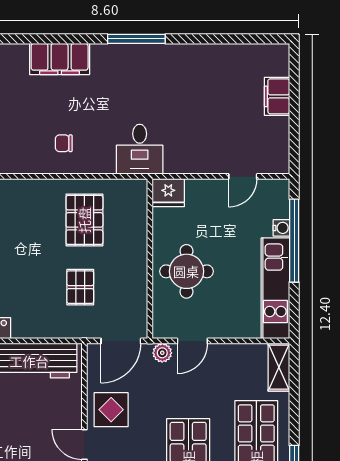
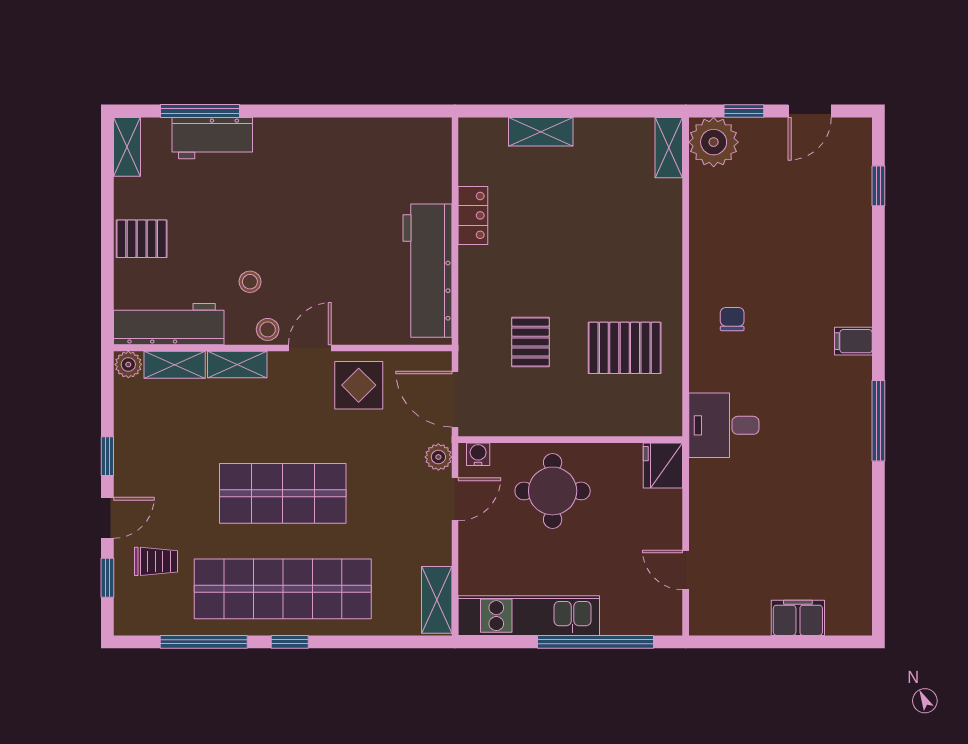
filing cabinet: (60, 59) -> (853, 341), width x0.33, depth x0.86
water cooler: (281, 228) -> (478, 454), moved, turned 180
pallet: (80, 287) -> (530, 342), turned 90
door: (192, 341) -> (455, 499), swing flipped
shelving: (279, 367) -> (437, 600), moved, turned 90

